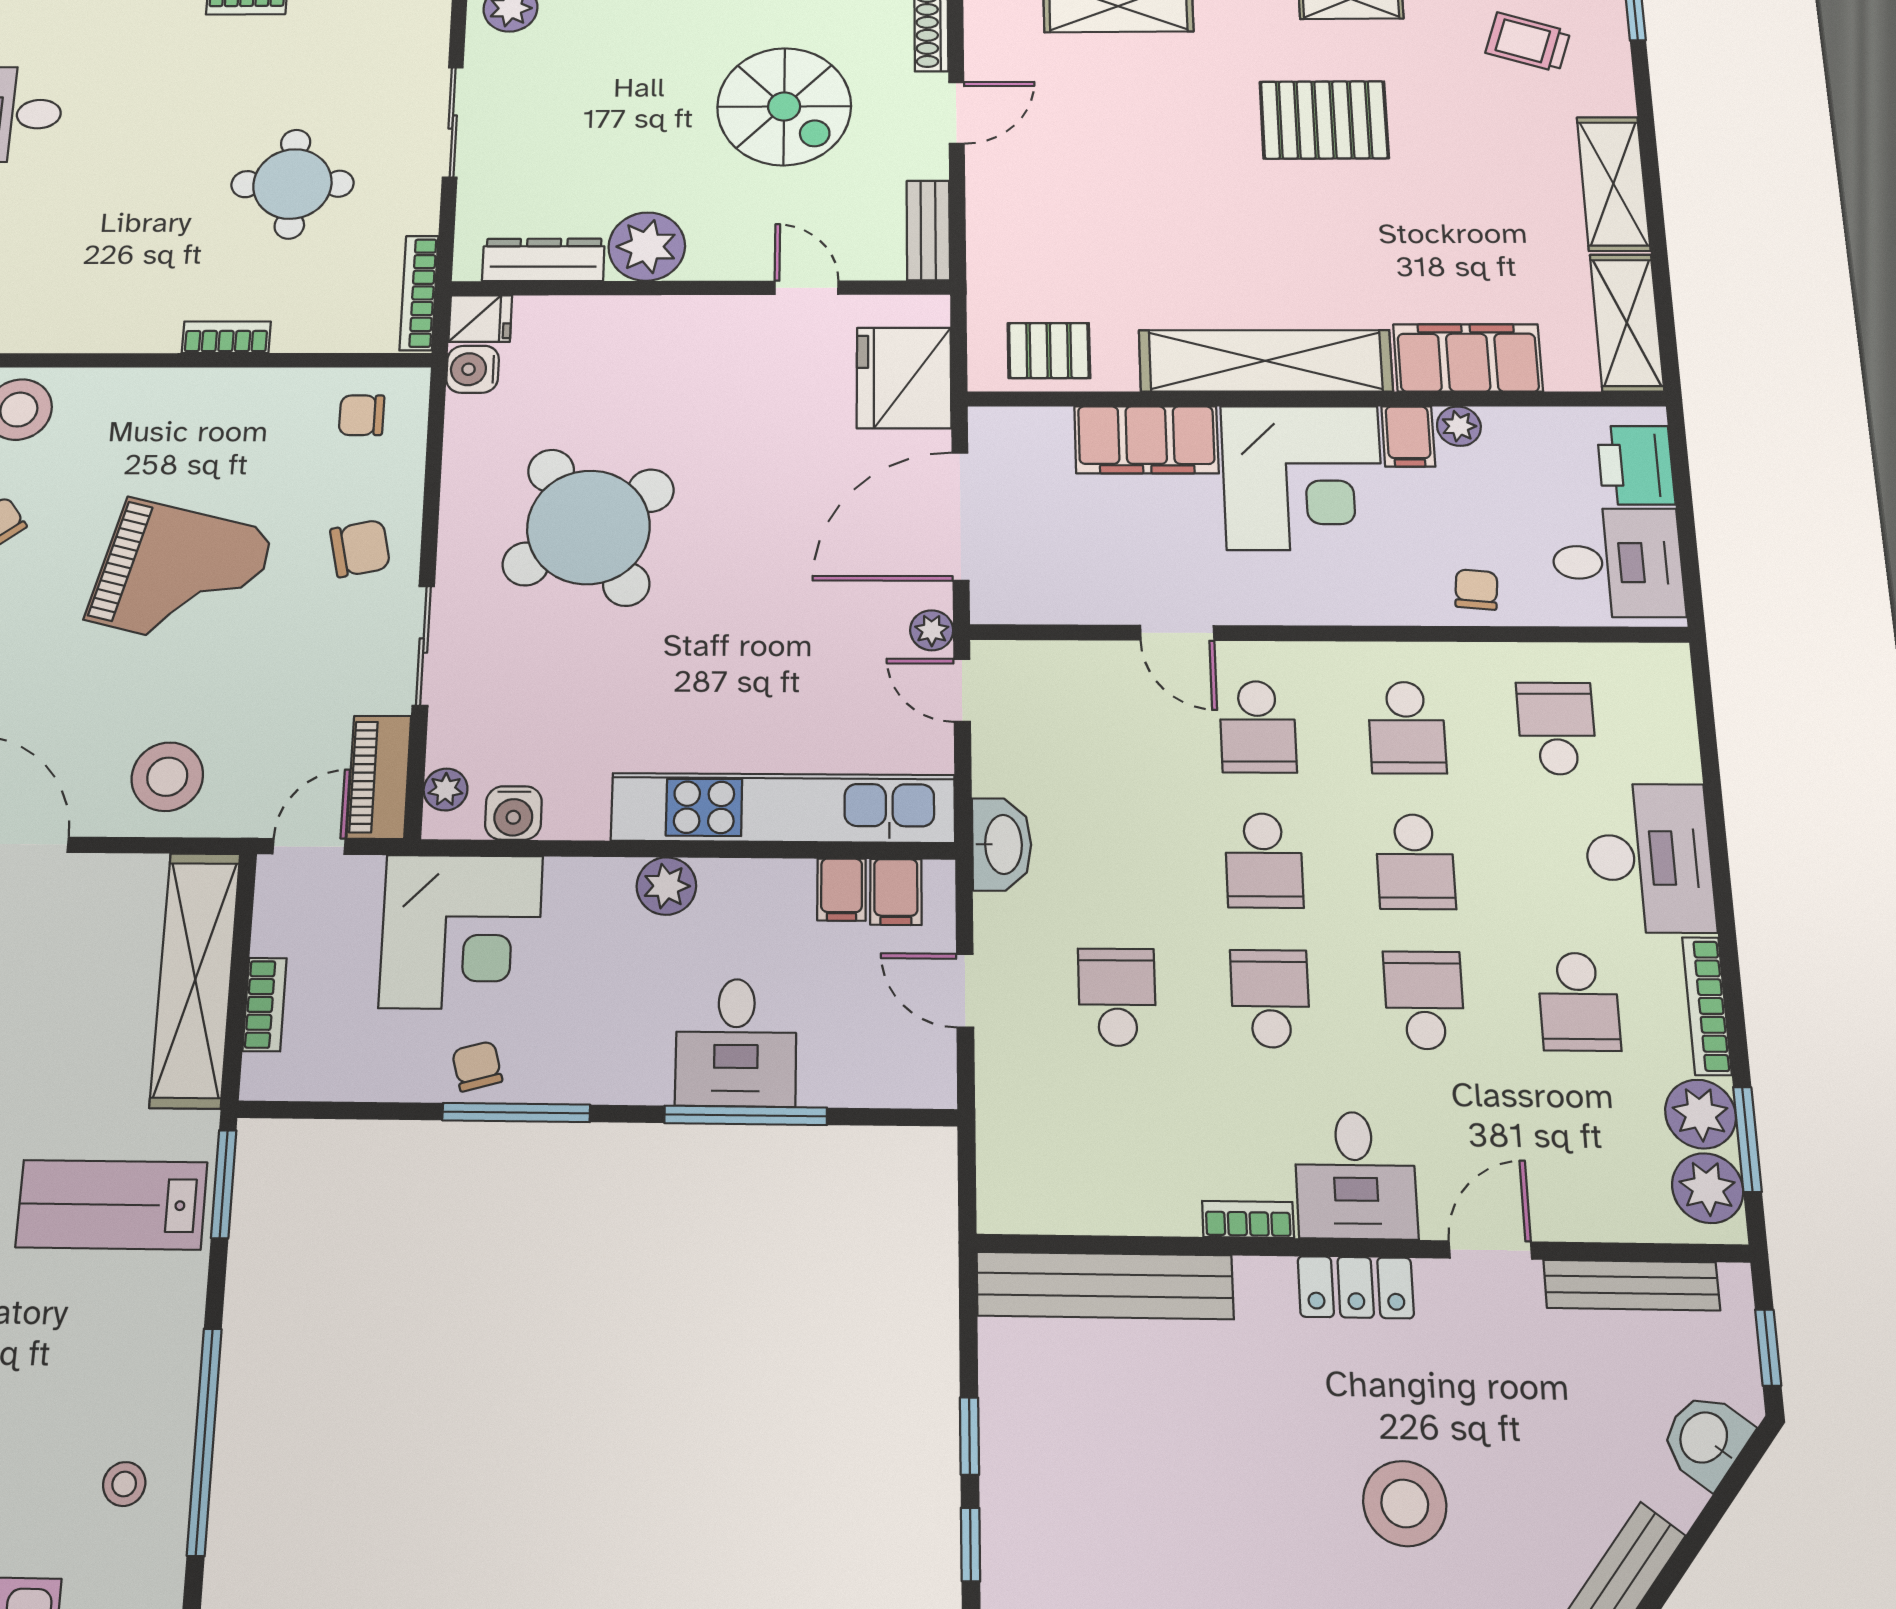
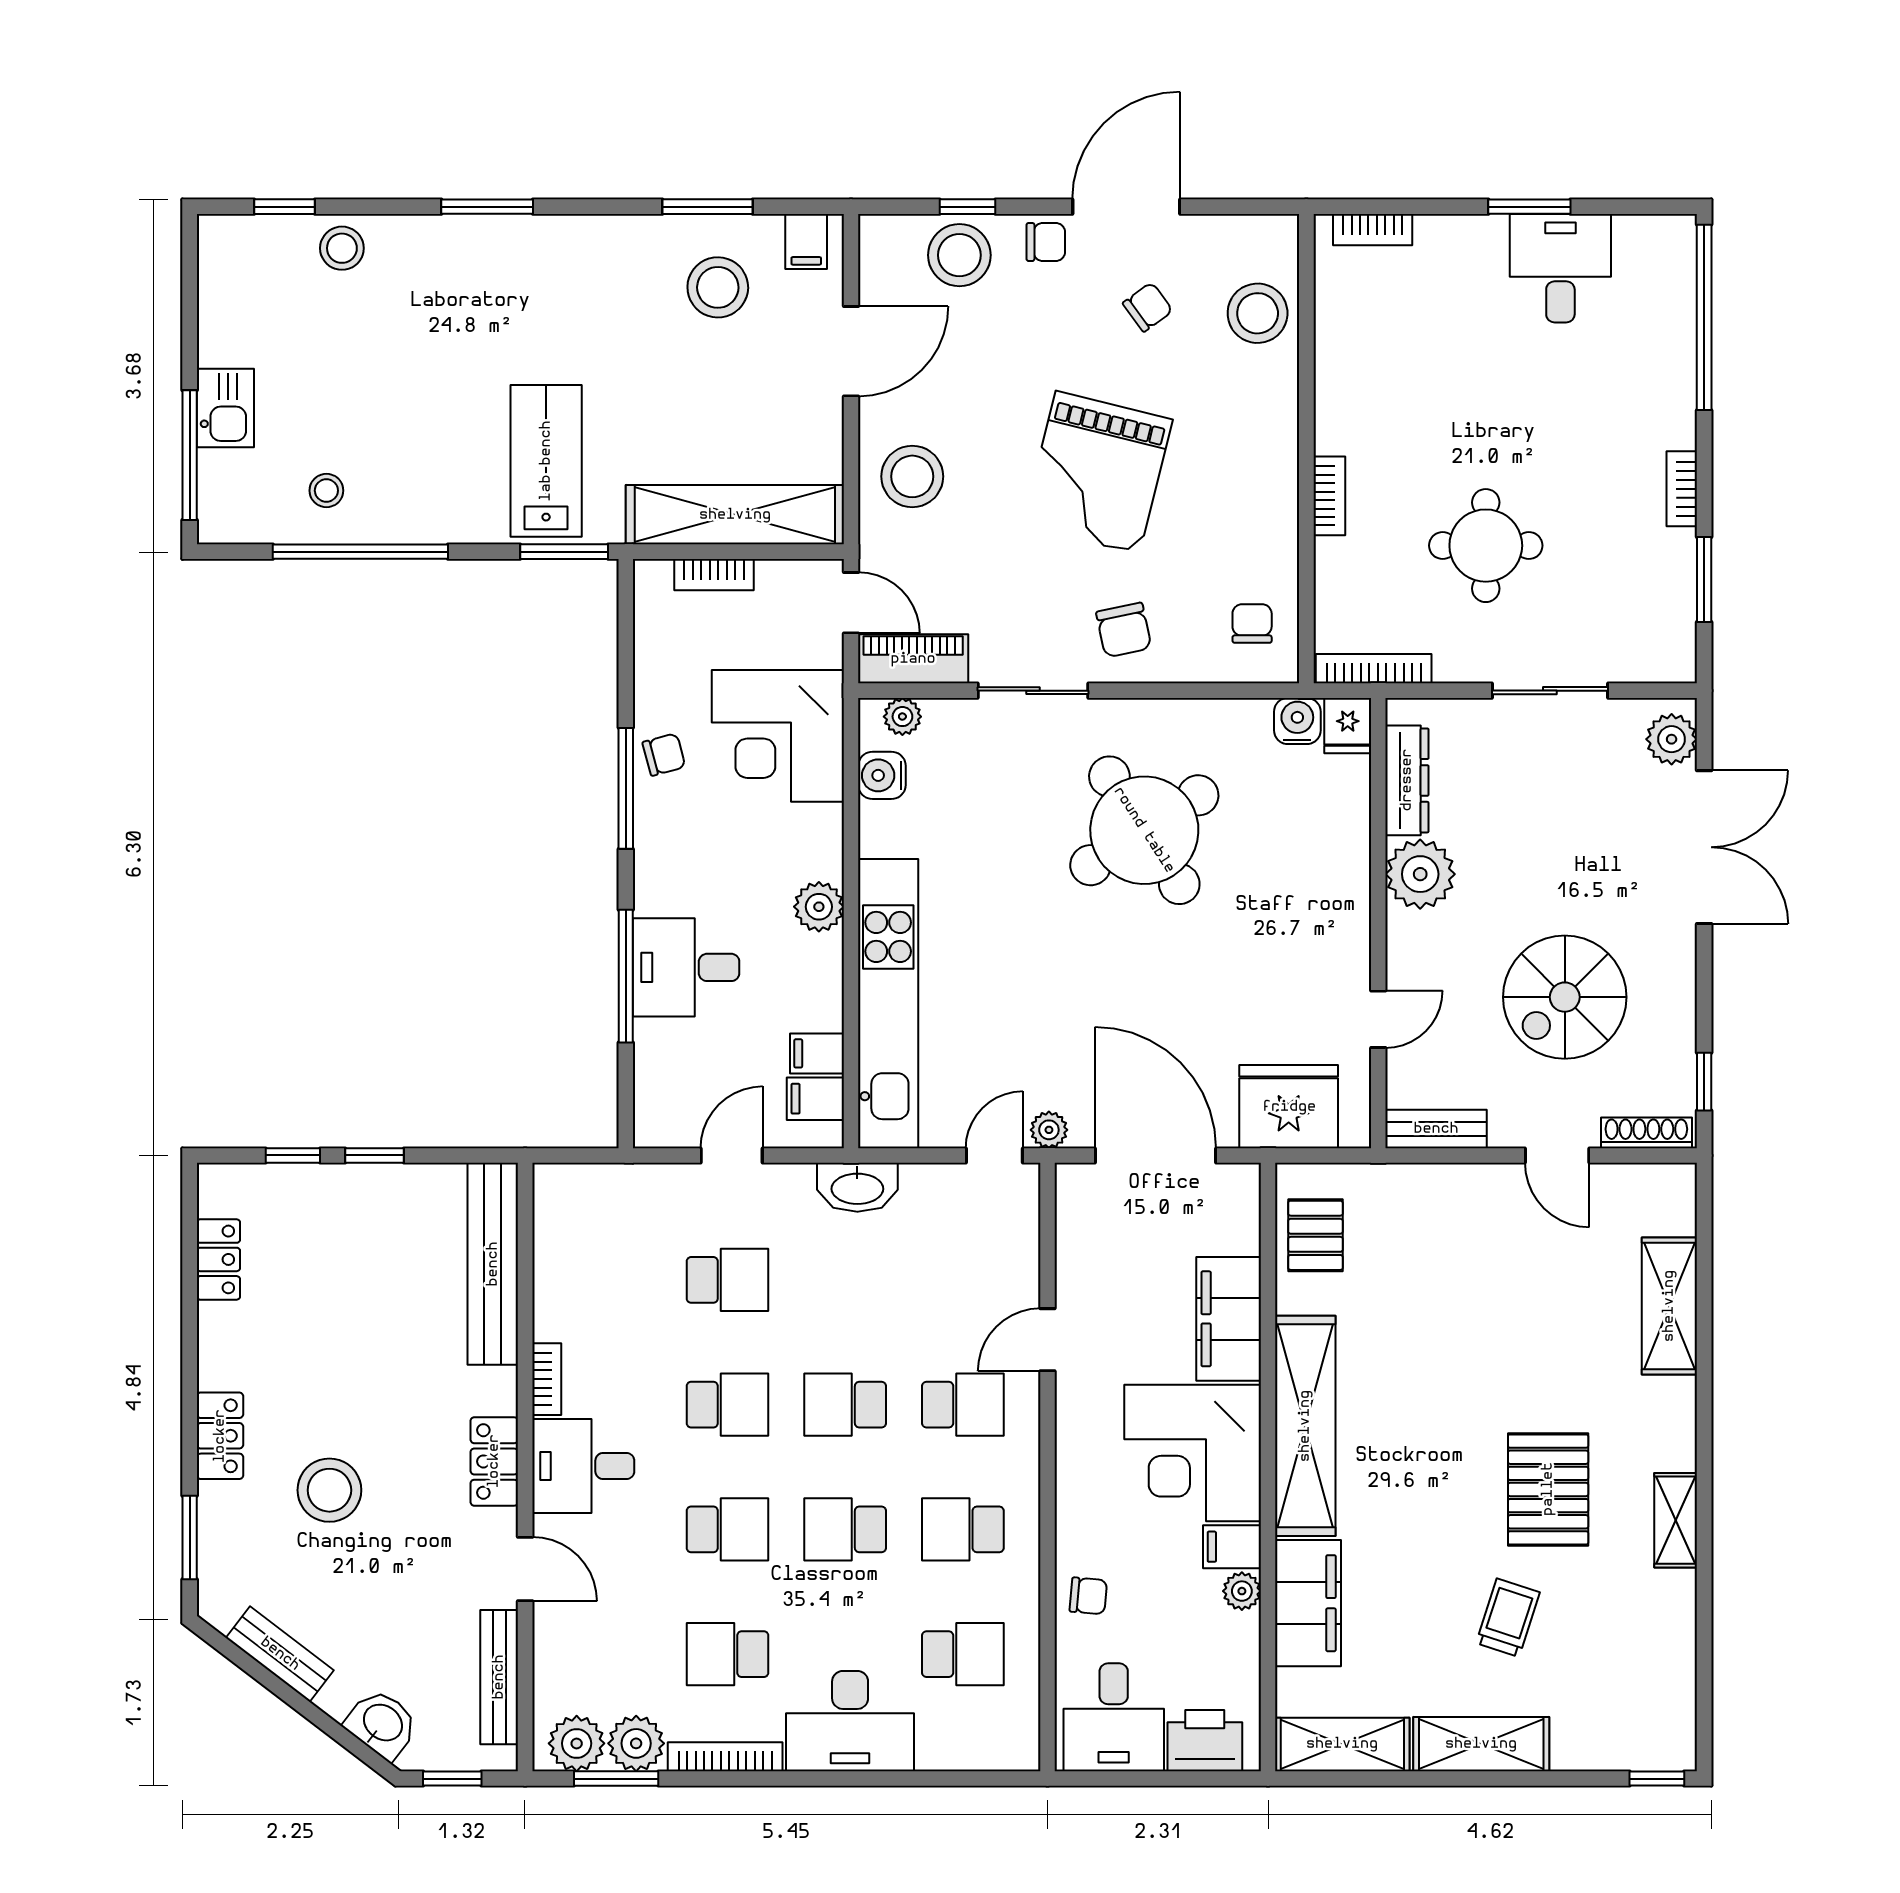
trolley: (1528, 42) -> (1508, 1618), moved
school desk: (1258, 727) -> (963, 1405), turned 180

